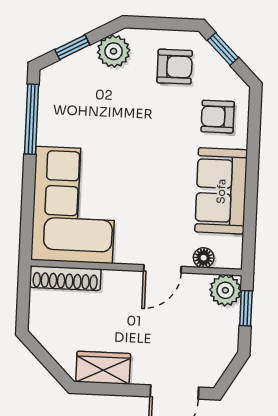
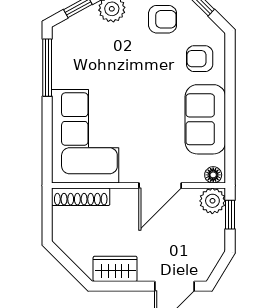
floor lamp: (204, 258) -> (213, 175), moved
door: (162, 269) -> (160, 186), width x1.38

